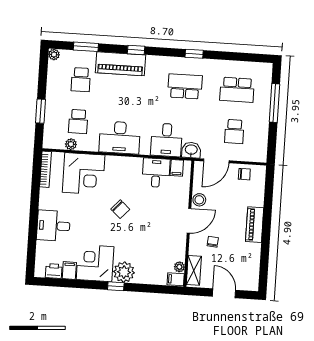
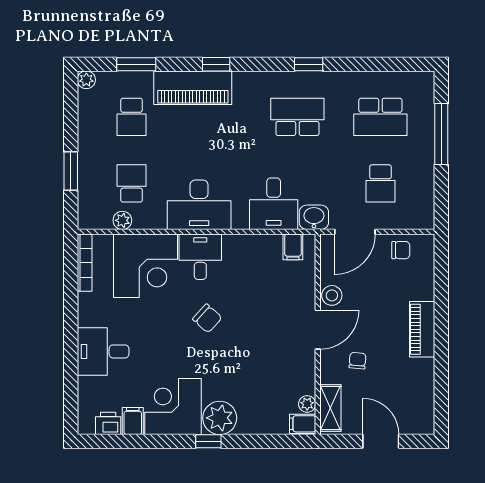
school desk: (78, 121) -> (132, 183), turned 180
desk: (156, 173) -> (200, 257), moved

